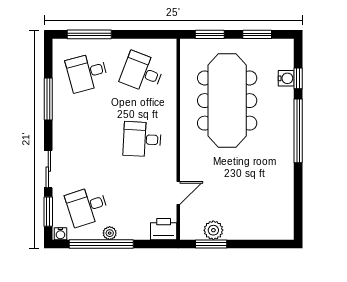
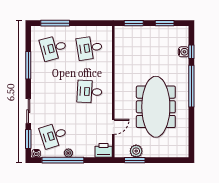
desk: (142, 72) -> (90, 48), turned -30
meeting table: (227, 101) -> (156, 107), moved

